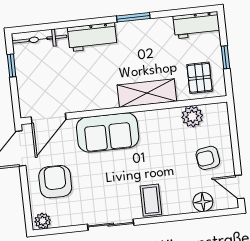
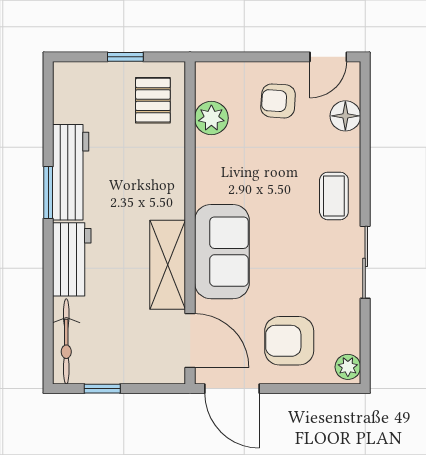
workbench: (196, 25) -> (71, 172), moved, width x1.38
pallet: (200, 78) -> (153, 100), turned 90
shelving: (147, 93) -> (168, 265), moved
armchair: (208, 158) -> (278, 101), turned 102
coffee table: (151, 200) -> (334, 196), turned 90

